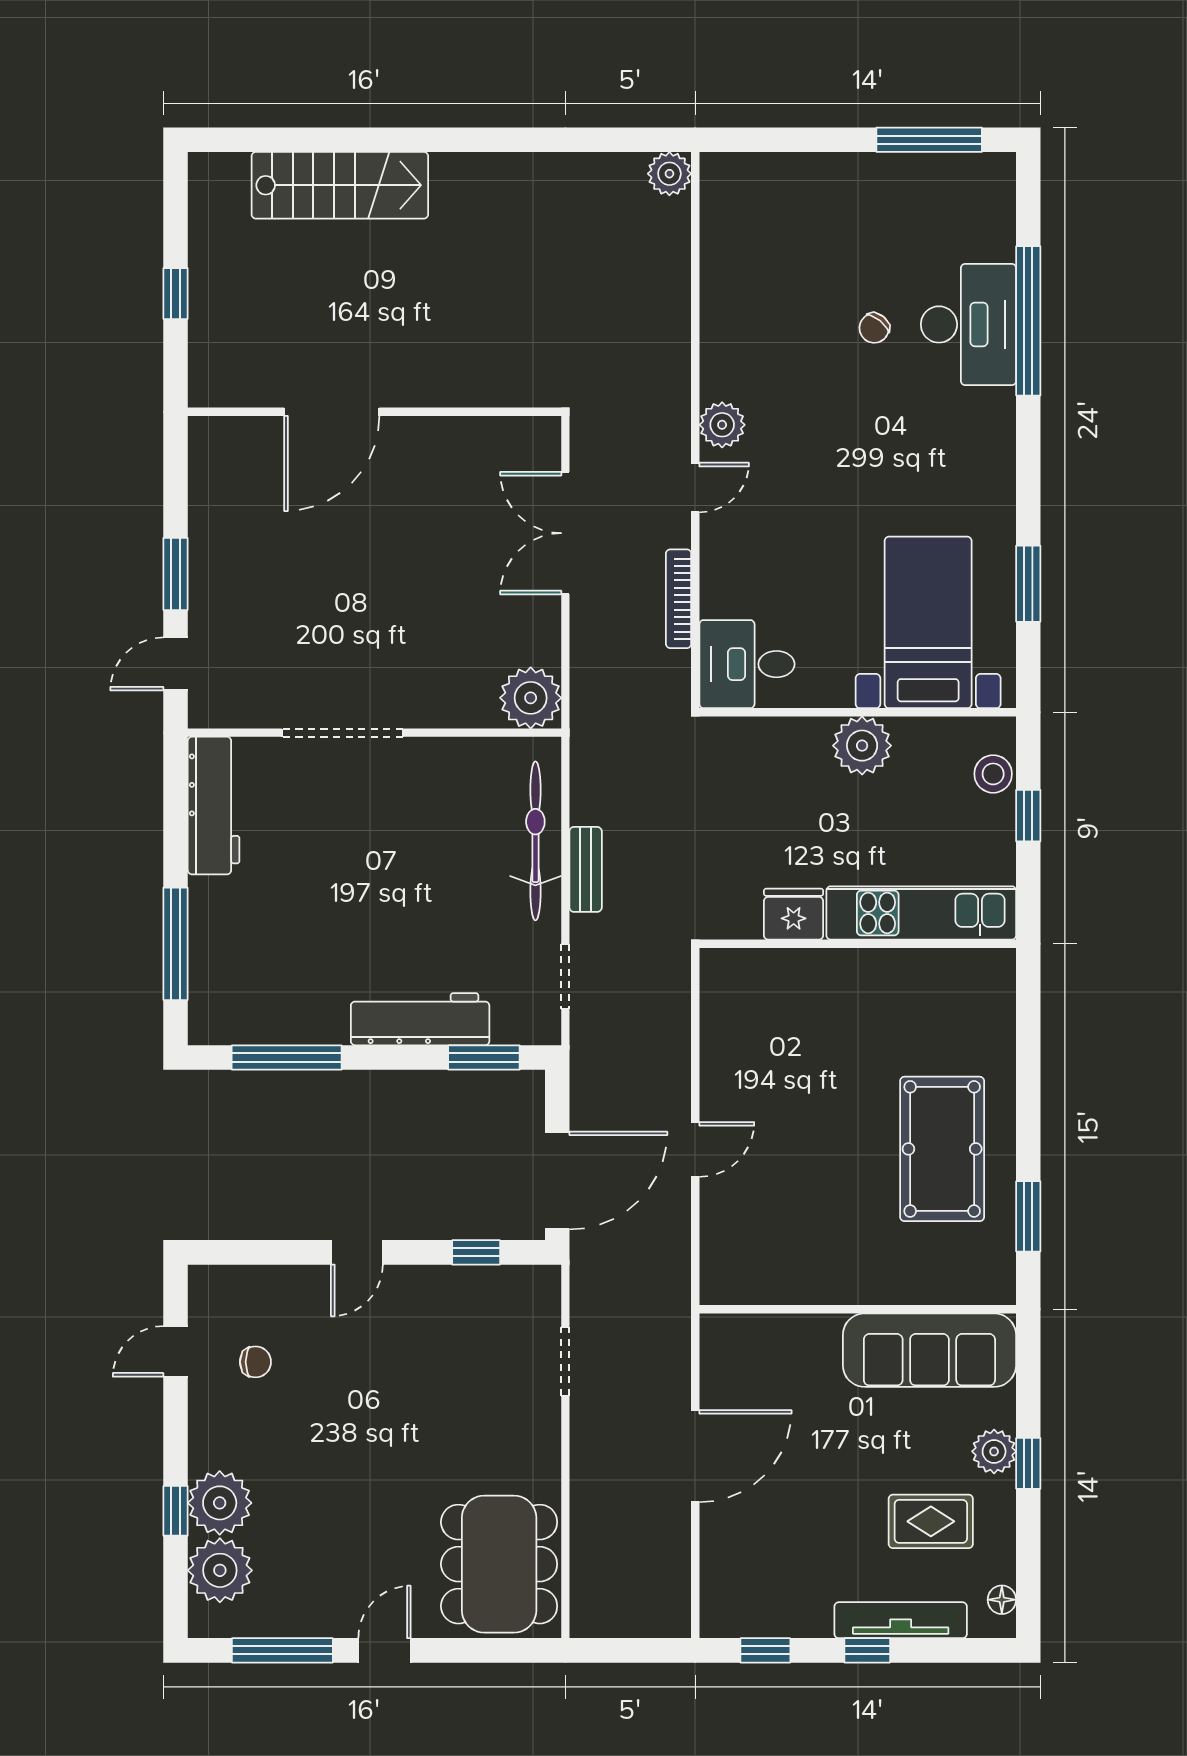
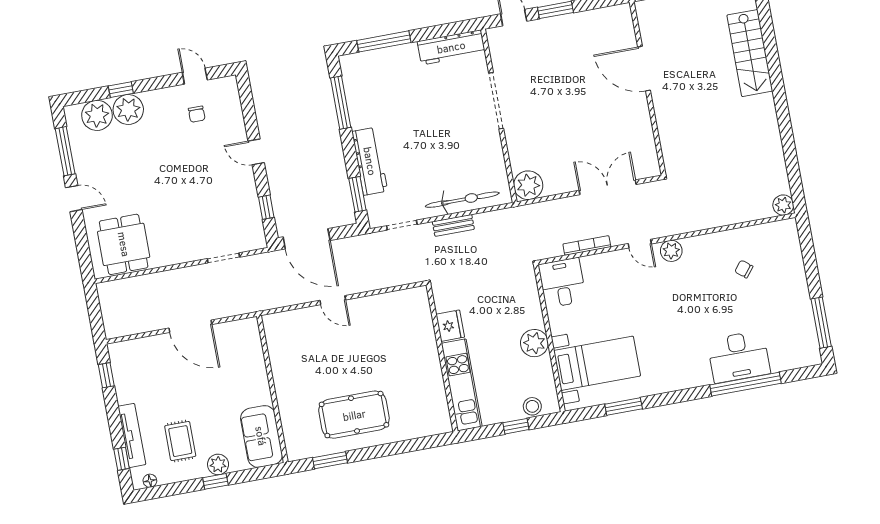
chair: (874, 328) -> (744, 269), moved
sofa: (929, 1350) -> (261, 436), width x0.73
dining table: (499, 1564) -> (124, 244), width x0.73
window: (867, 1650) -> (122, 459), moved

